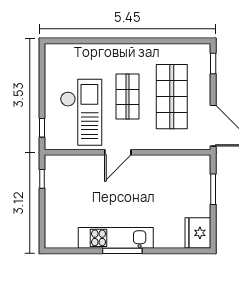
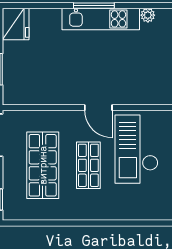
door: (118, 152) -> (98, 108), swing flipped
plant: (70, 242) -> (148, 15), added

